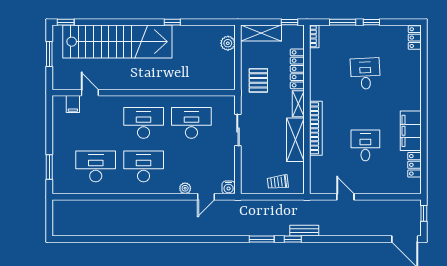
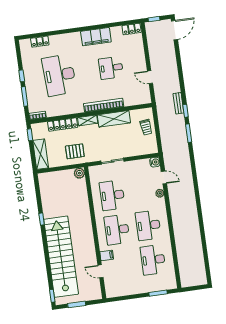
locker: (415, 38) -> (40, 42), moved
plant: (228, 43) -> (79, 173), moved
desk: (365, 74) -> (59, 75), width x1.87, depth x1.30
door: (90, 93) -> (100, 271), hinge flipped
filing cabinet: (73, 104) -> (107, 255), moved
locker: (414, 165) -> (132, 29), moved
door: (345, 197) -> (150, 77), hinge flipped

